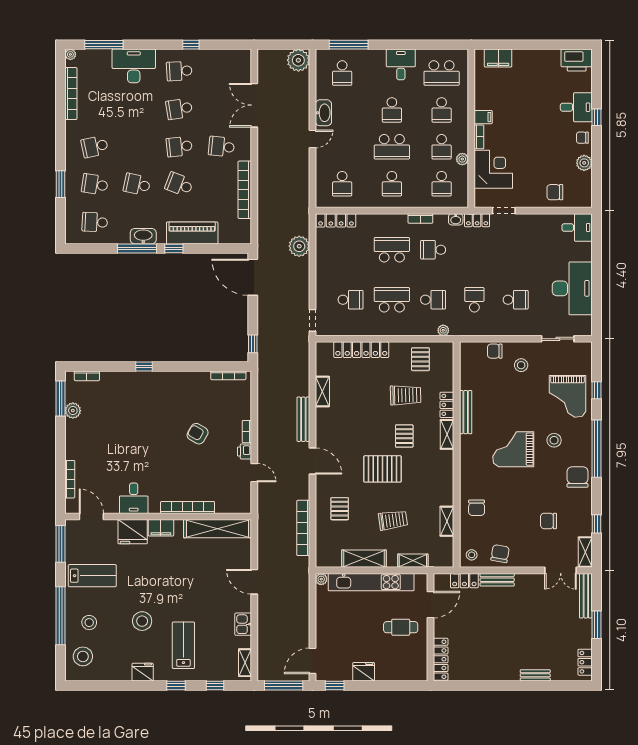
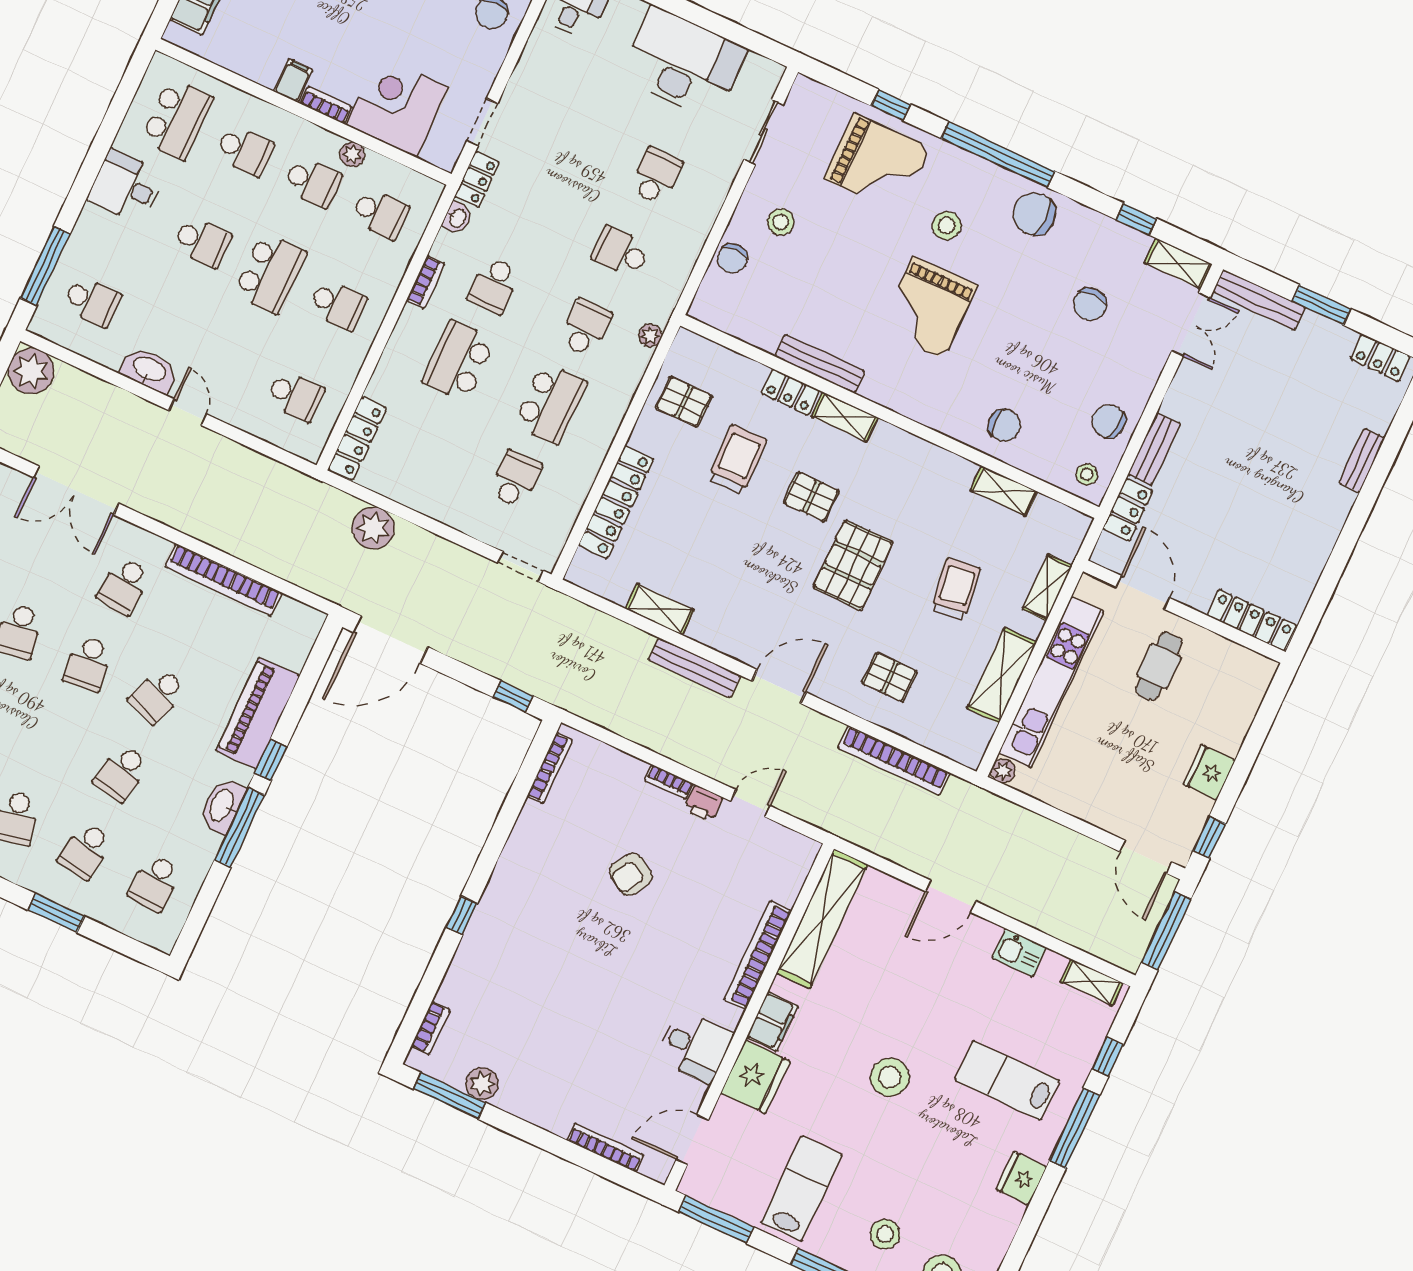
school desk: (392, 300) -> (550, 404), turned 180
stool: (142, 621) -> (890, 1077), moved
window: (176, 685) -> (1074, 1128), width x2.17

